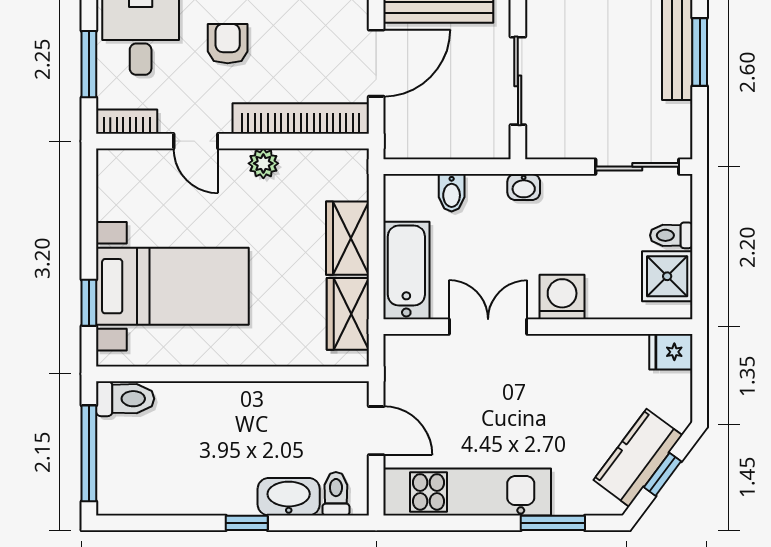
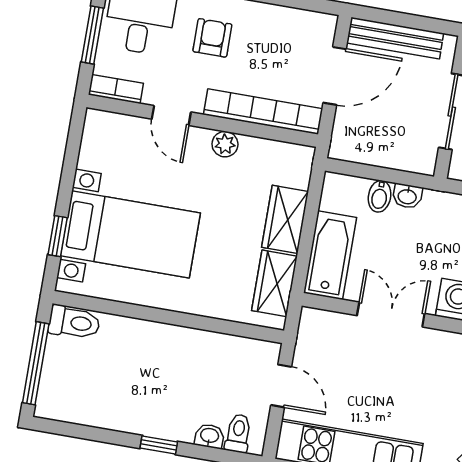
washbasin: (524, 187) -> (407, 196), moved
washbasin: (289, 497) -> (209, 436), width x0.52, depth x0.69

